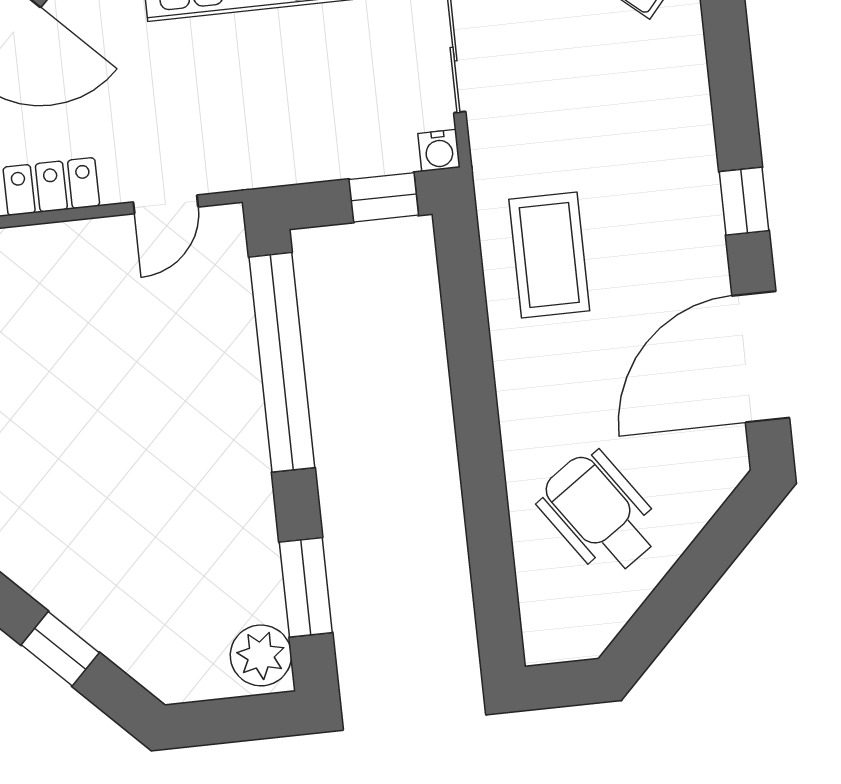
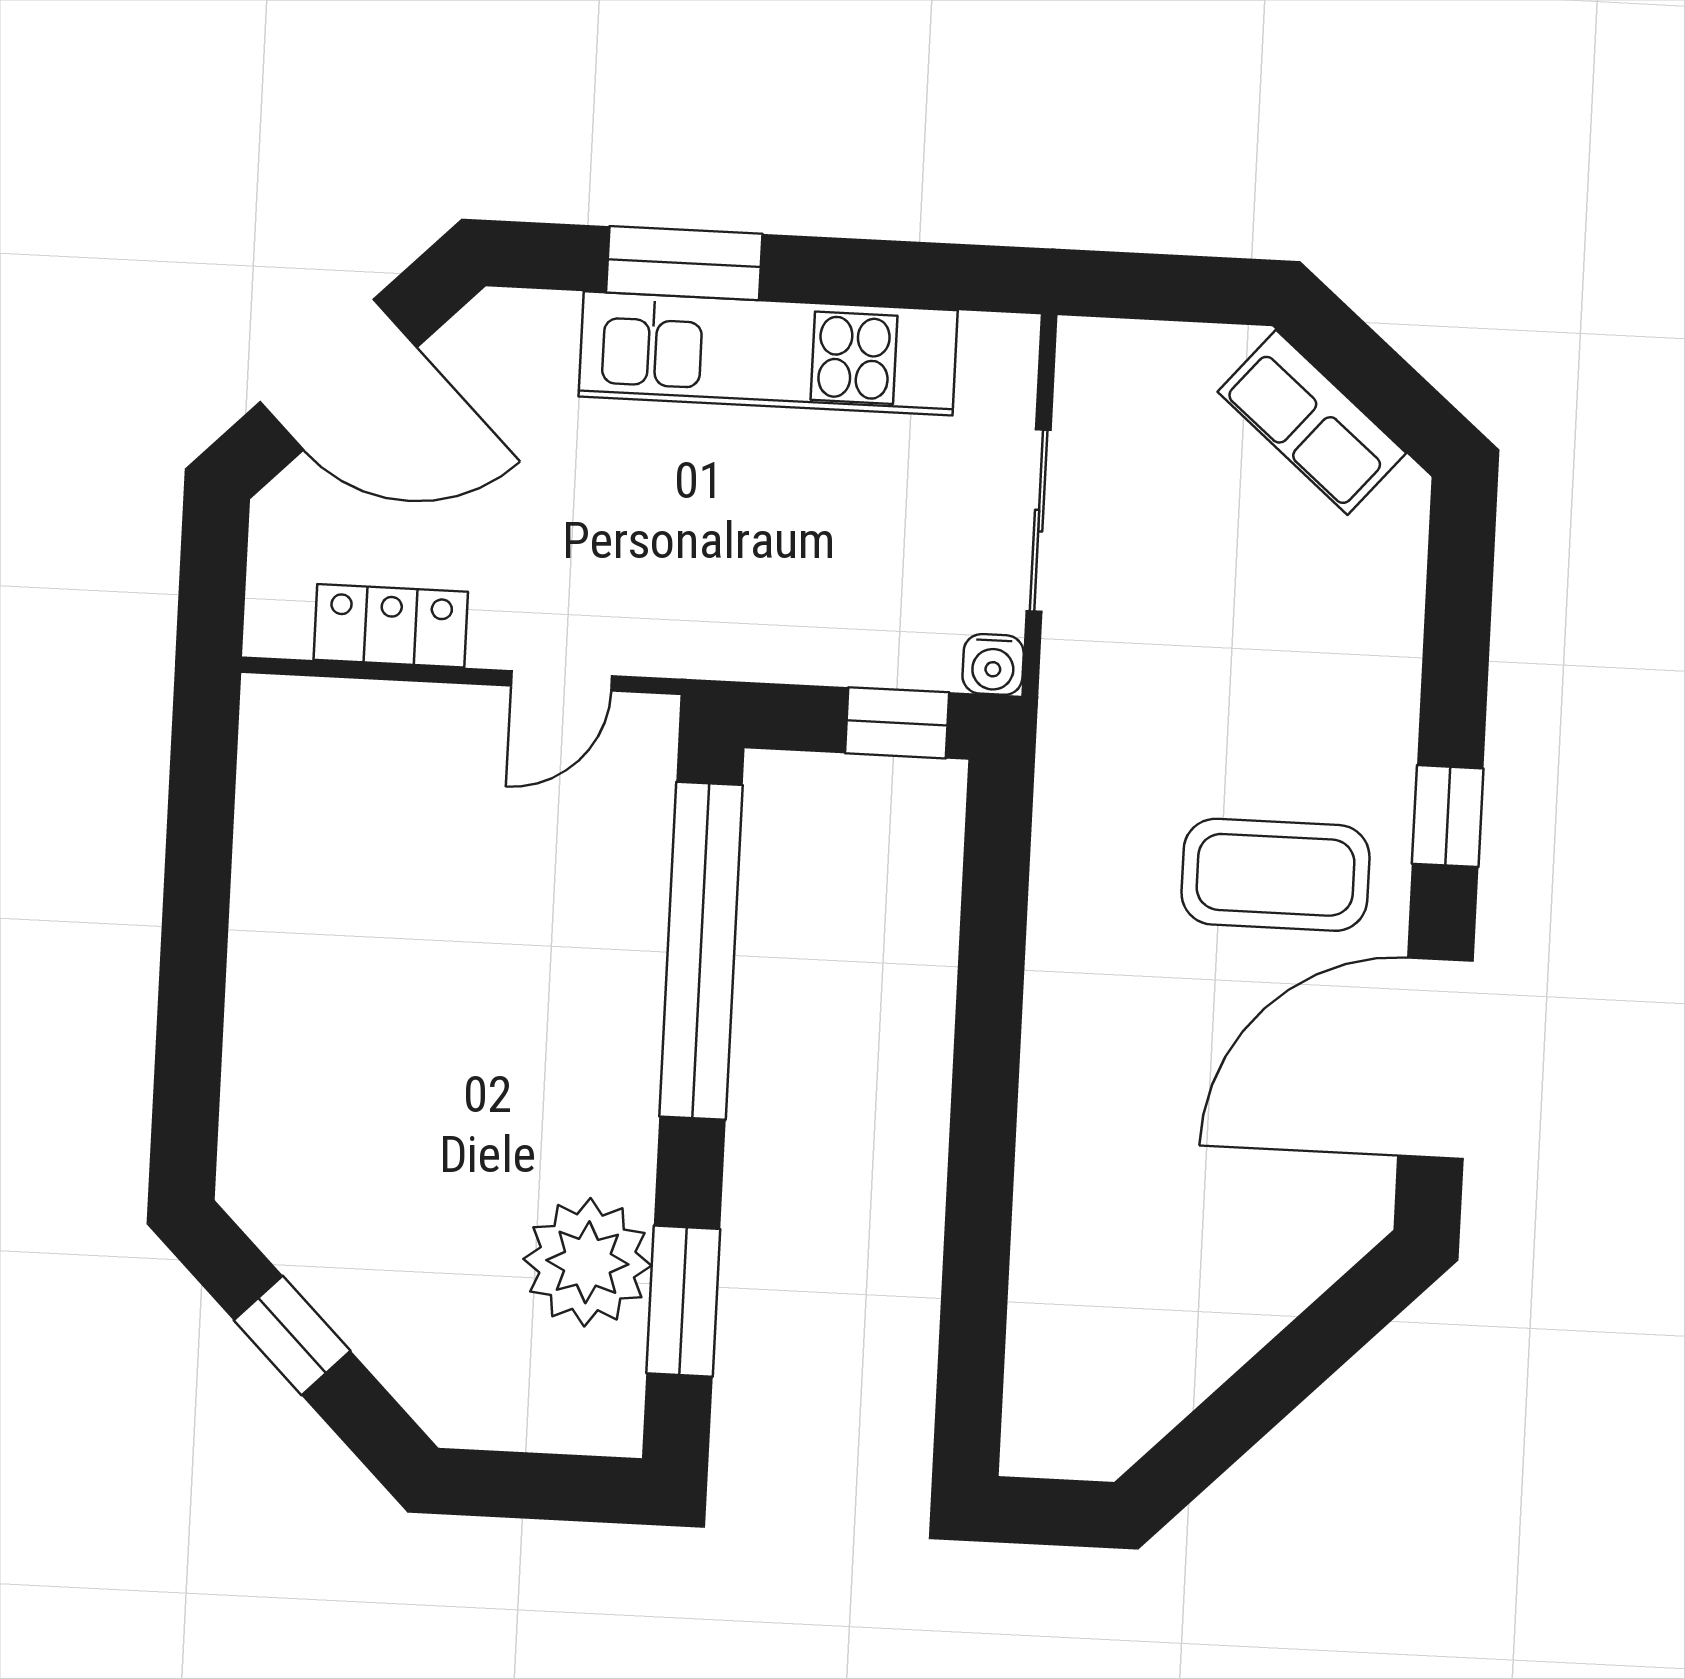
coffee table: (549, 255) -> (1275, 875), moved, turned 90
wheelchair: (600, 513) -> (1151, 1259), removed
plant: (261, 655) -> (587, 1262), moved, width x1.36, depth x1.36

